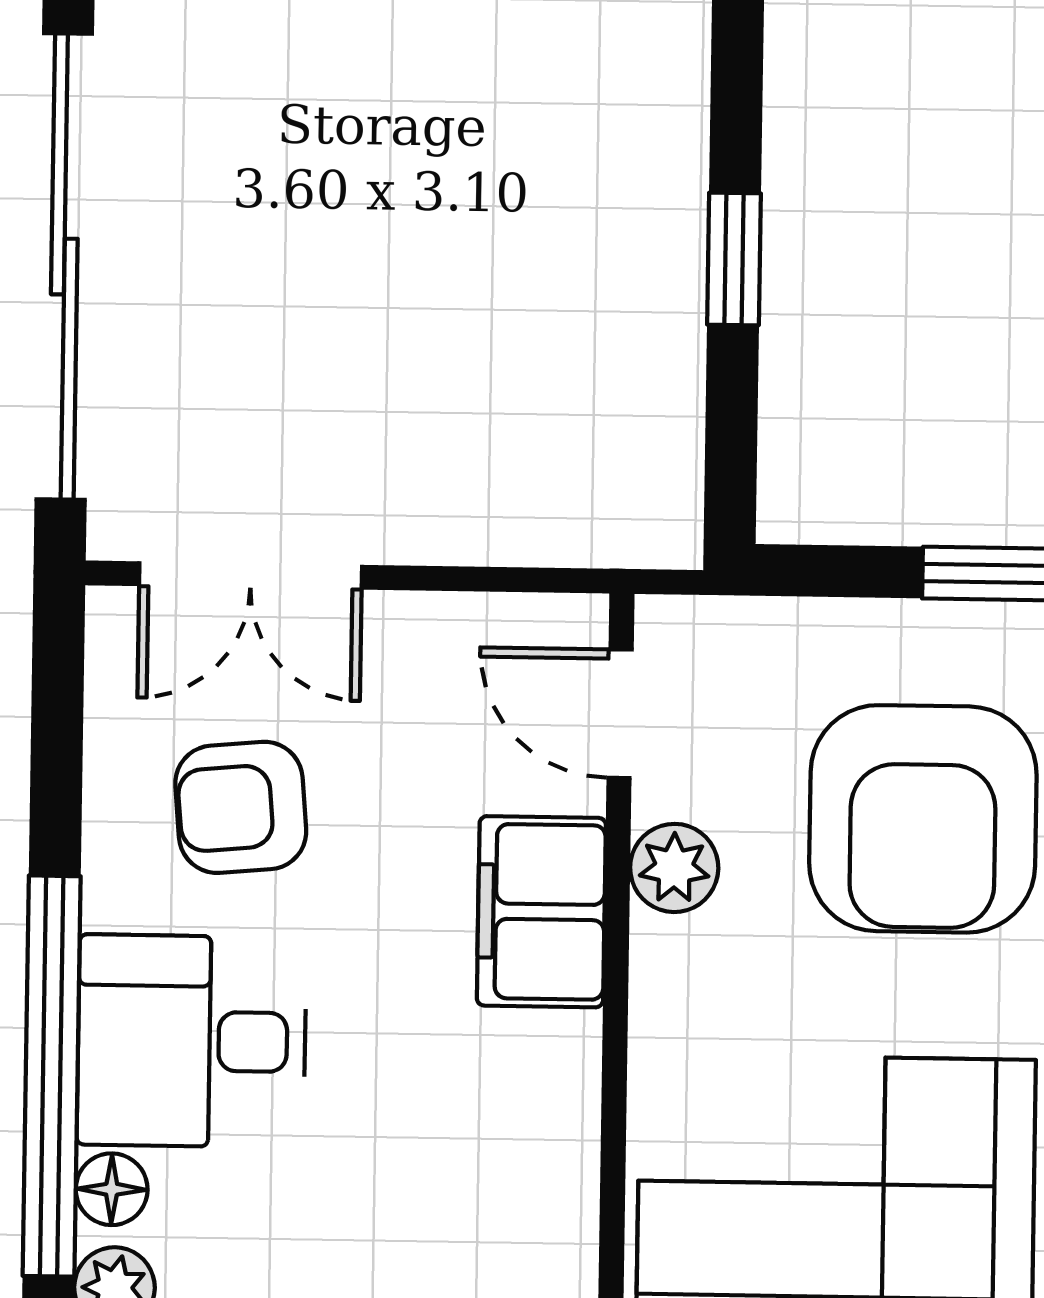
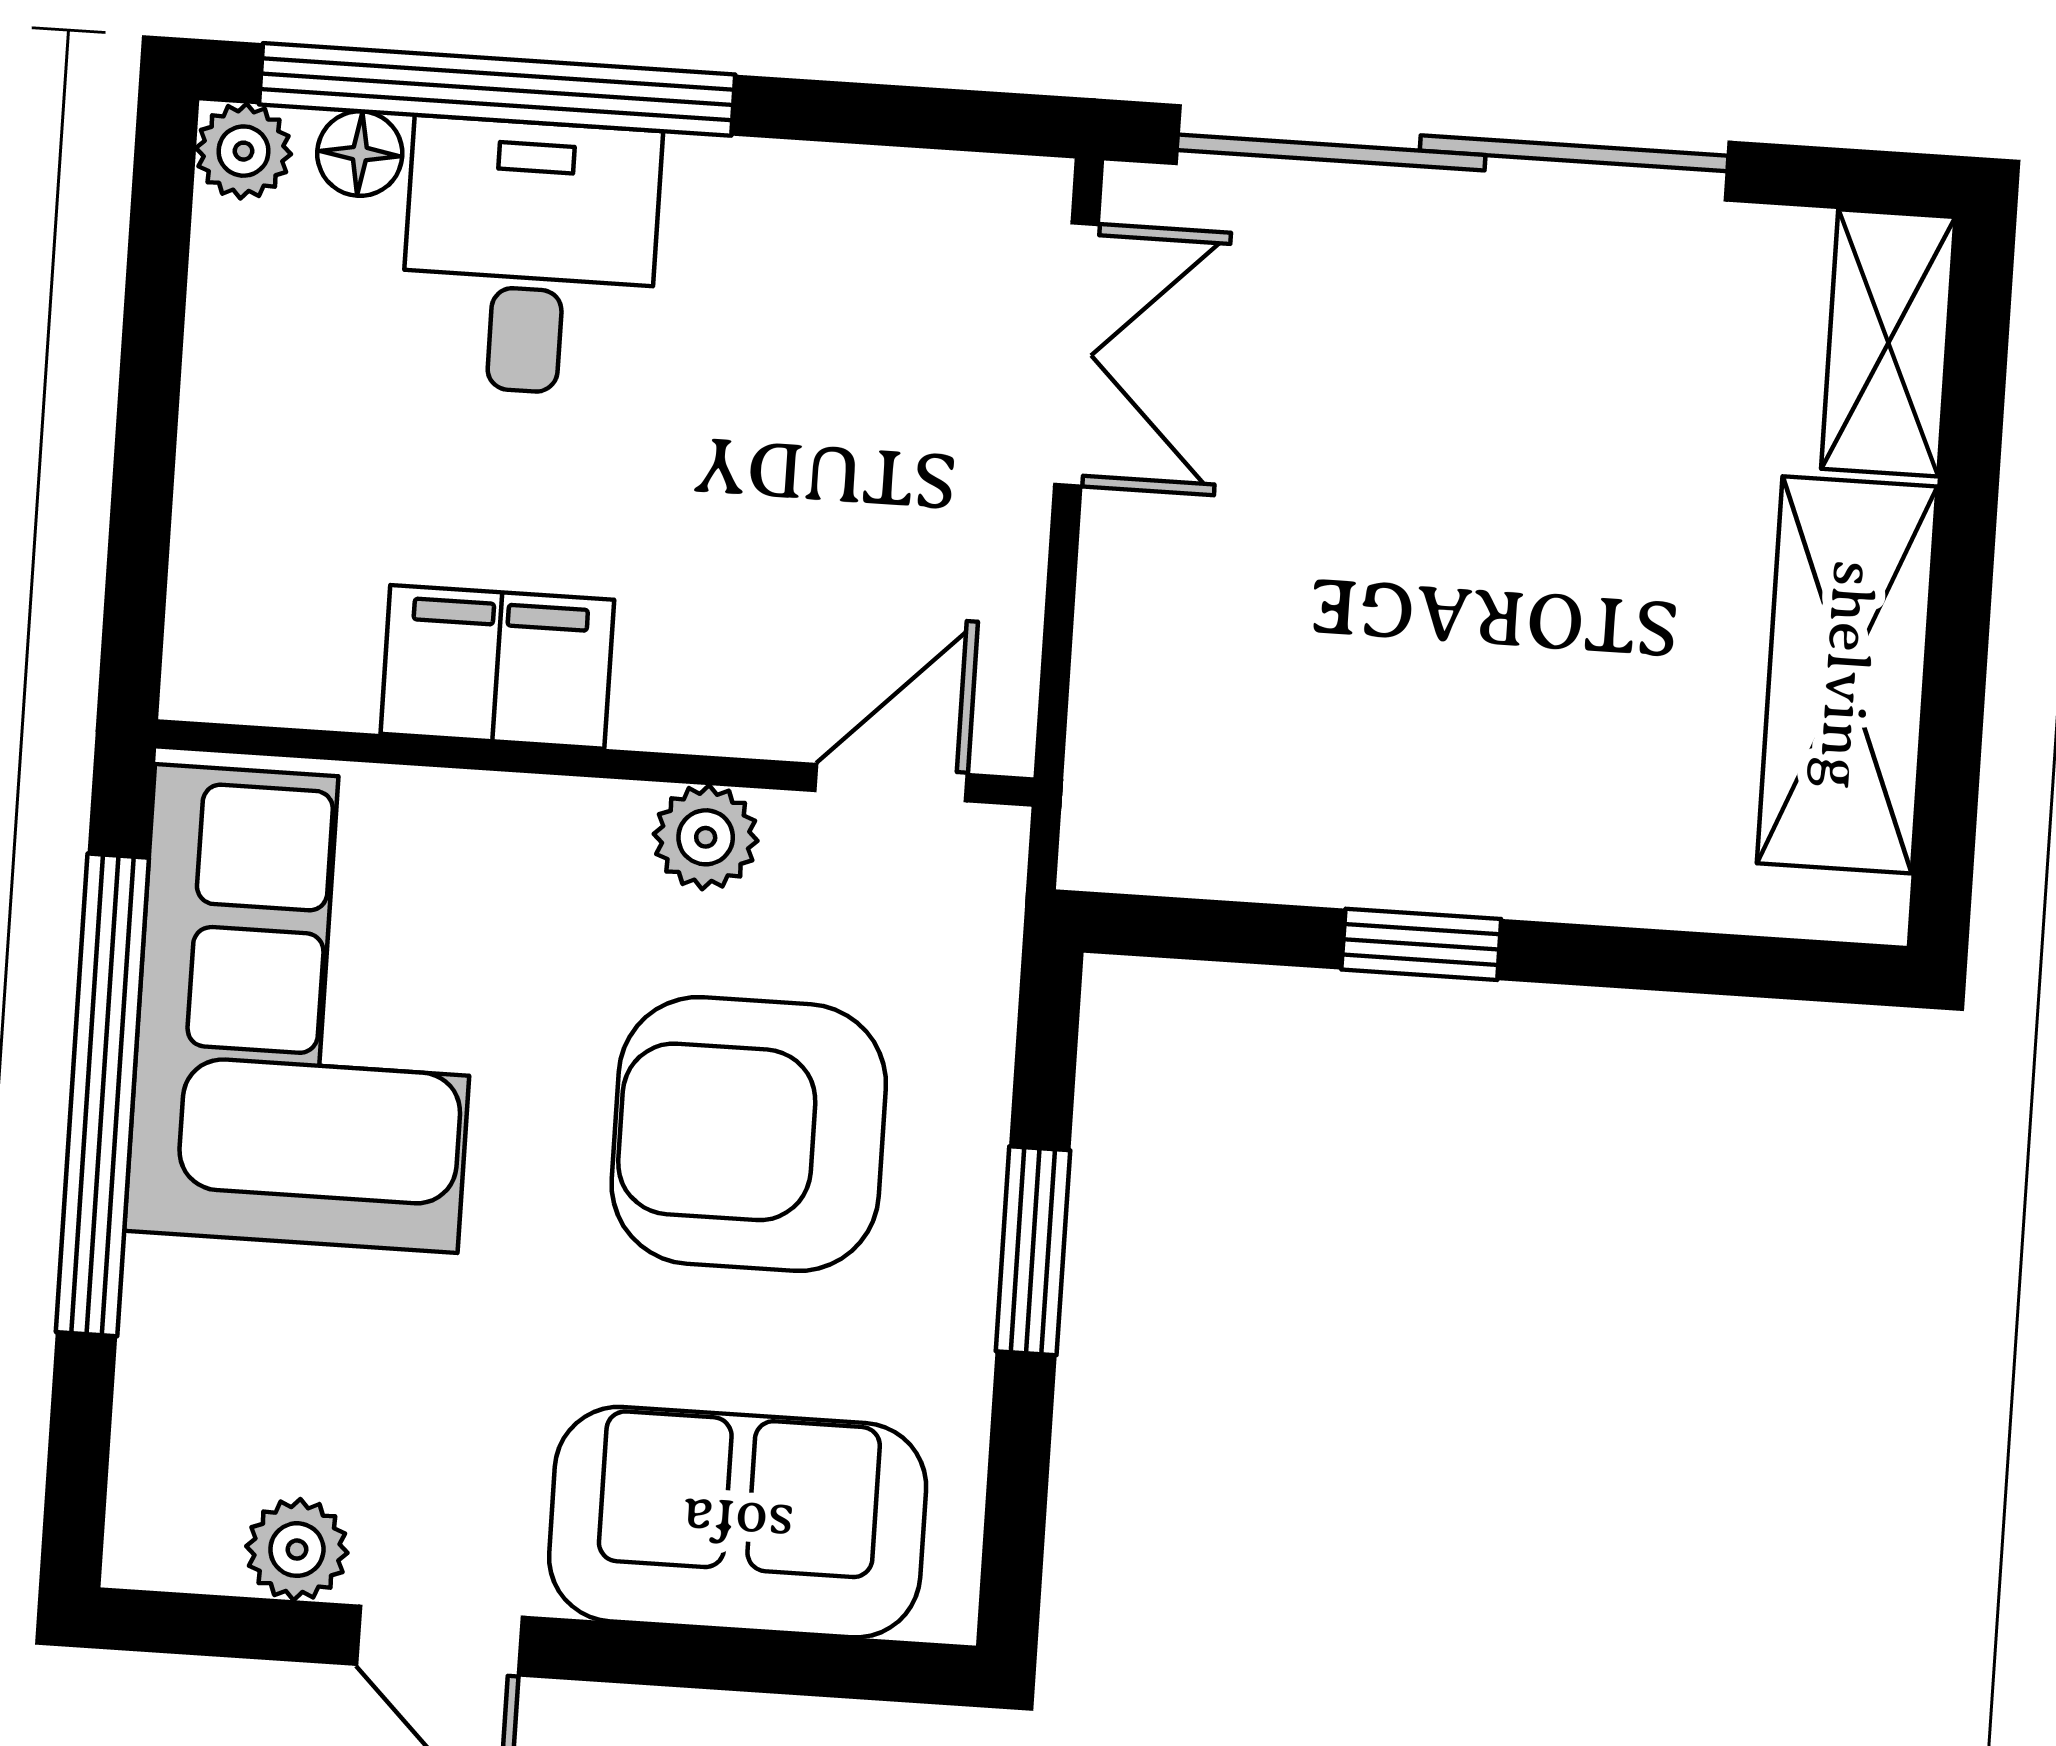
double door: (251, 575) -> (1076, 354), swing flipped
armchair: (241, 807) -> (803, 329), removed
filing cabinet: (541, 912) -> (497, 667), moved

